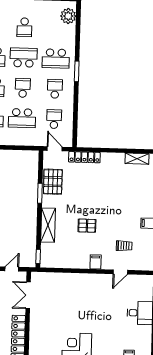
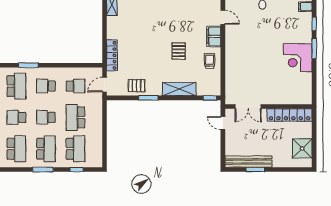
school desk: (24, 58) -> (16, 117), width x0.54
school desk: (22, 118) -> (75, 117), turned 180
school desk: (54, 119) -> (75, 86), turned 180
pallet: (53, 182) -> (137, 86), width x0.67, depth x0.71
trolley: (124, 246) -> (210, 61), moved
filing cabinet: (96, 262) -> (214, 36), width x2.00

